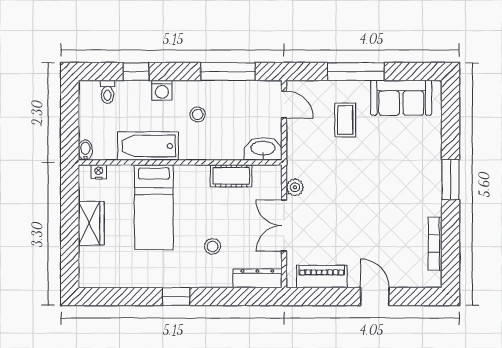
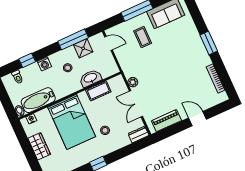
shower: (238, 94) -> (83, 48), added
bathtub: (148, 146) -> (38, 100), moved
washbasin: (263, 149) -> (90, 78), moved
bed: (154, 207) -> (72, 122), width x1.50
dresser: (257, 278) -> (138, 134), width x0.70

